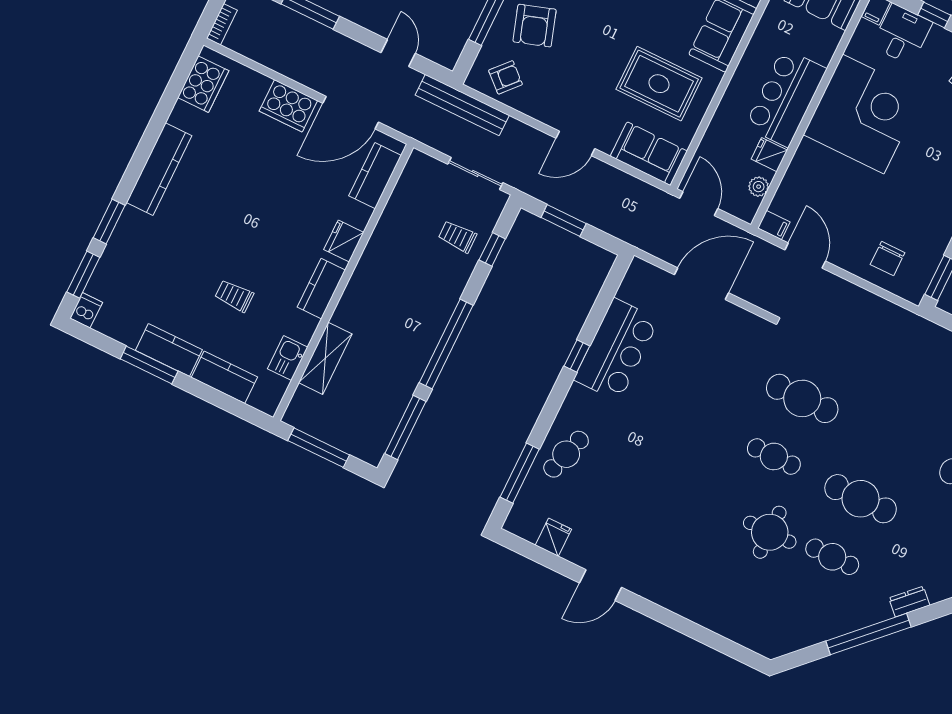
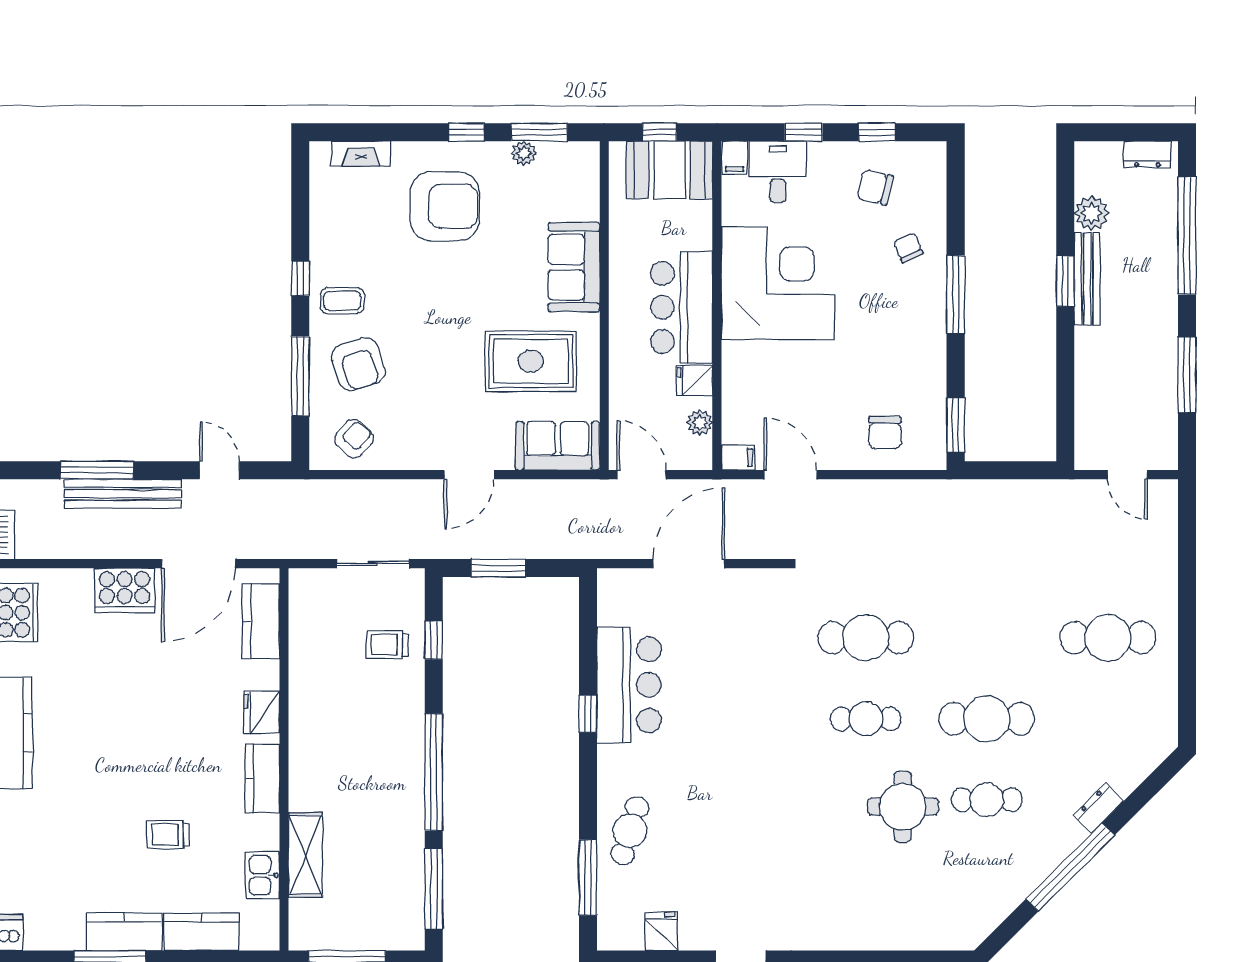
bench: (462, 105) -> (123, 494), moved

